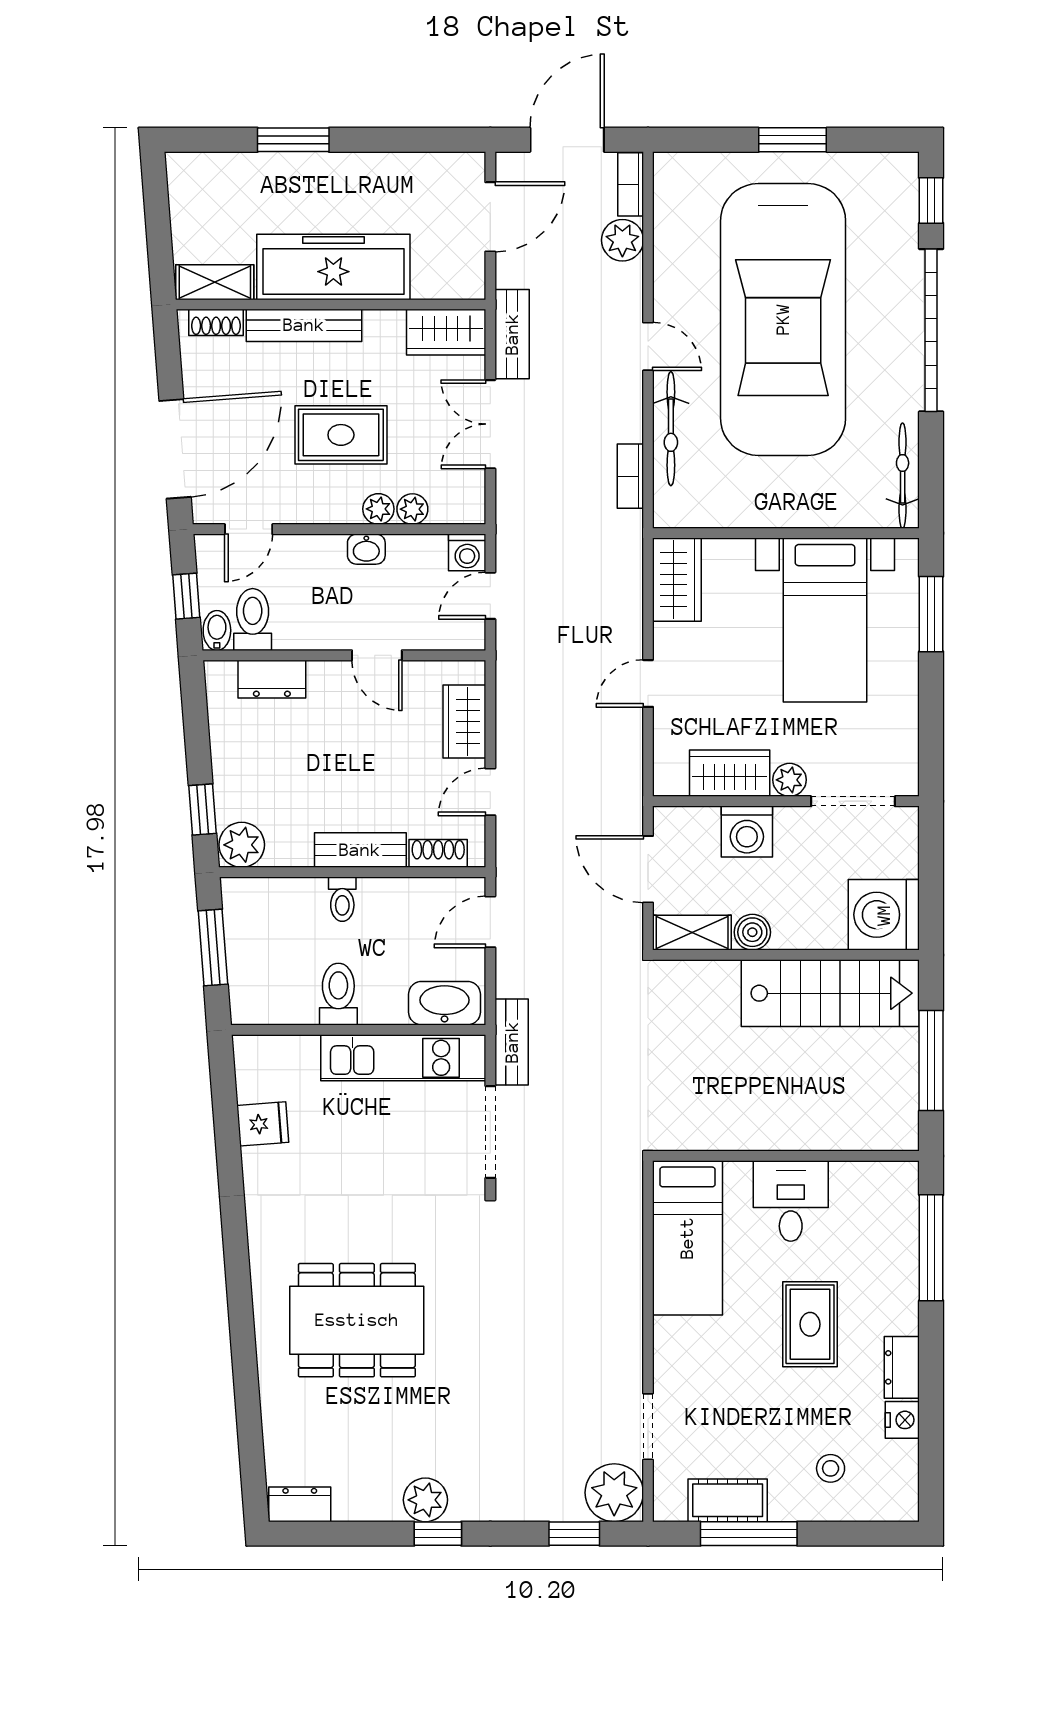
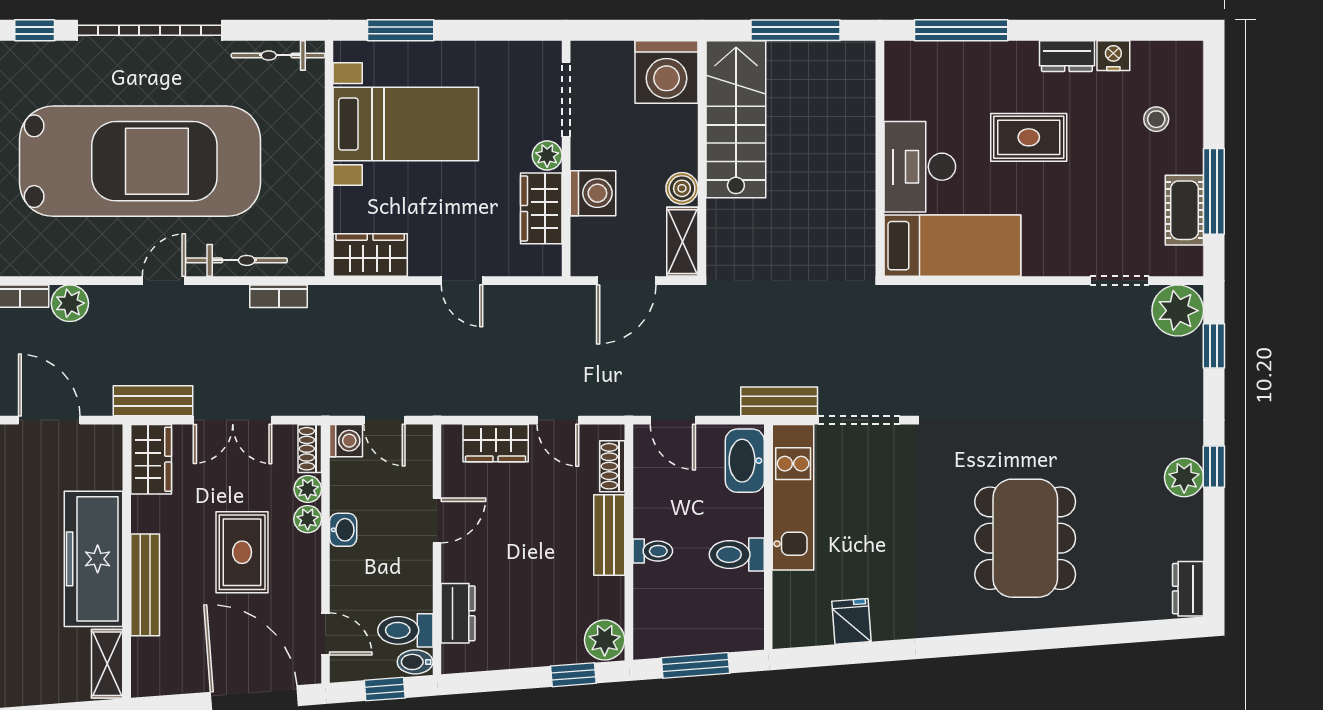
shoe rack: (216, 322) -> (310, 449), moved, turned 180
desk: (791, 1201) -> (920, 167), width x1.37

